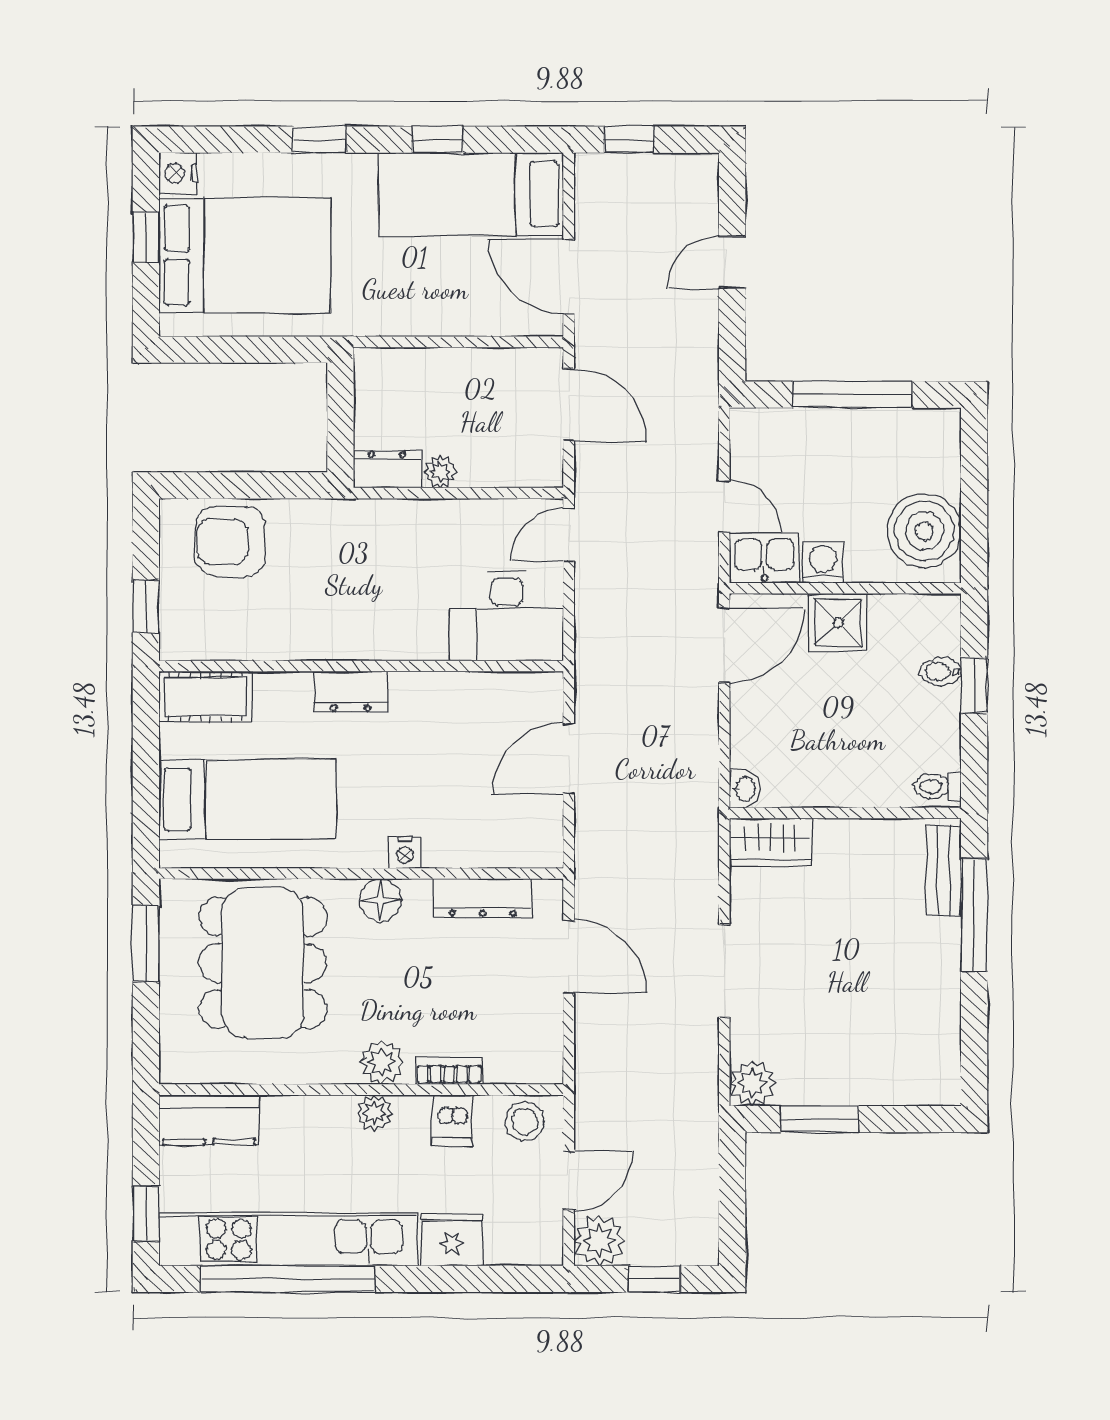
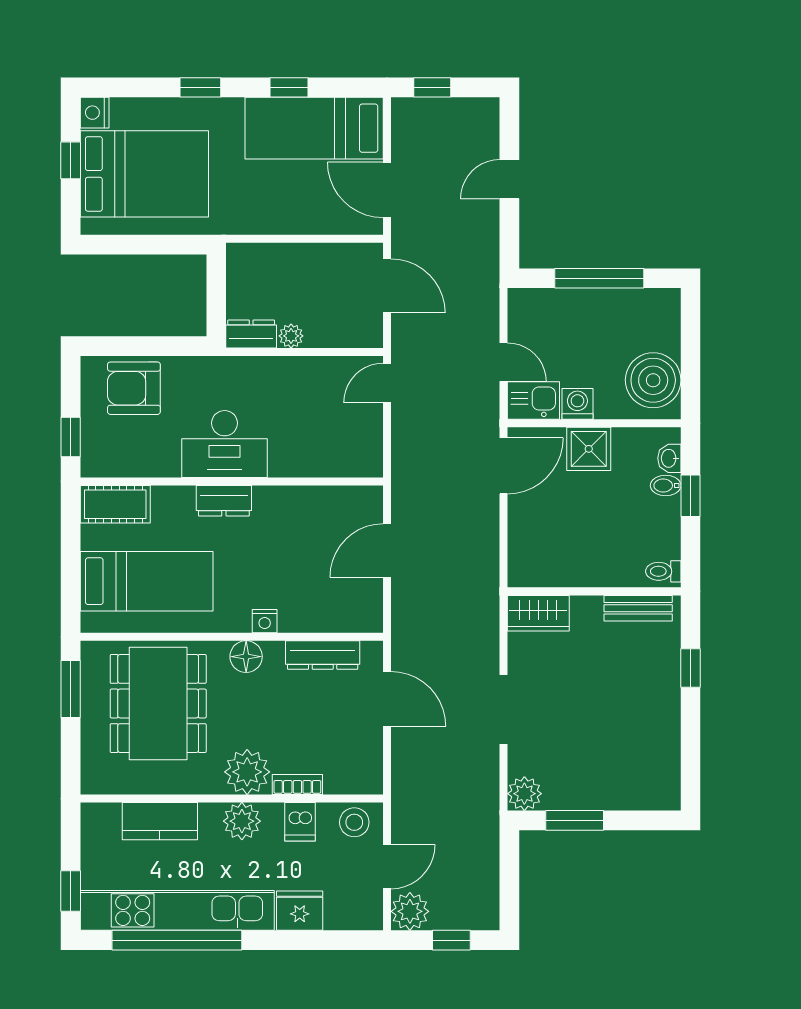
desk: (506, 616) -> (225, 444), moved
washbasin: (745, 789) -> (669, 458), moved, turned 180
bench: (944, 871) -> (638, 608), moved, turned 90
window: (974, 915) -> (691, 668), width x0.46
plant: (382, 1062) -> (247, 772), width x1.36, depth x1.36
plant: (375, 1113) -> (242, 821), width x1.38, depth x1.38
kitchen counter: (209, 1120) -> (160, 821), moved

